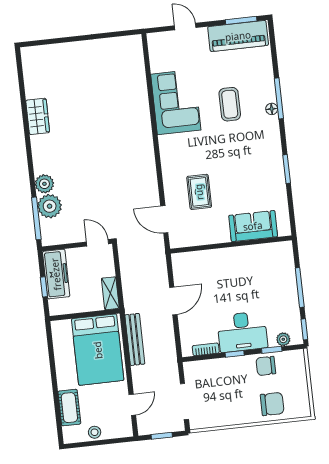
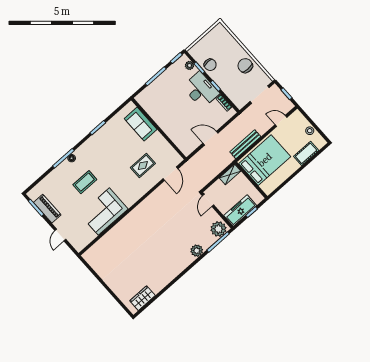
piano: (238, 36) -> (47, 209), width x0.73, depth x0.75
wardrobe: (38, 116) -> (143, 298), moved
plant: (50, 206) -> (218, 229), moved
chair: (272, 404) -> (245, 66), moved

